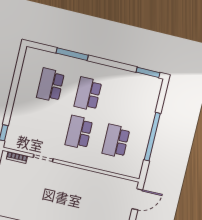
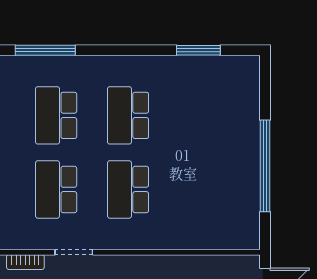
window: (72, 54) -> (45, 50), moved
window: (148, 72) -> (198, 50), moved
school desk: (116, 141) -> (56, 189), moved

